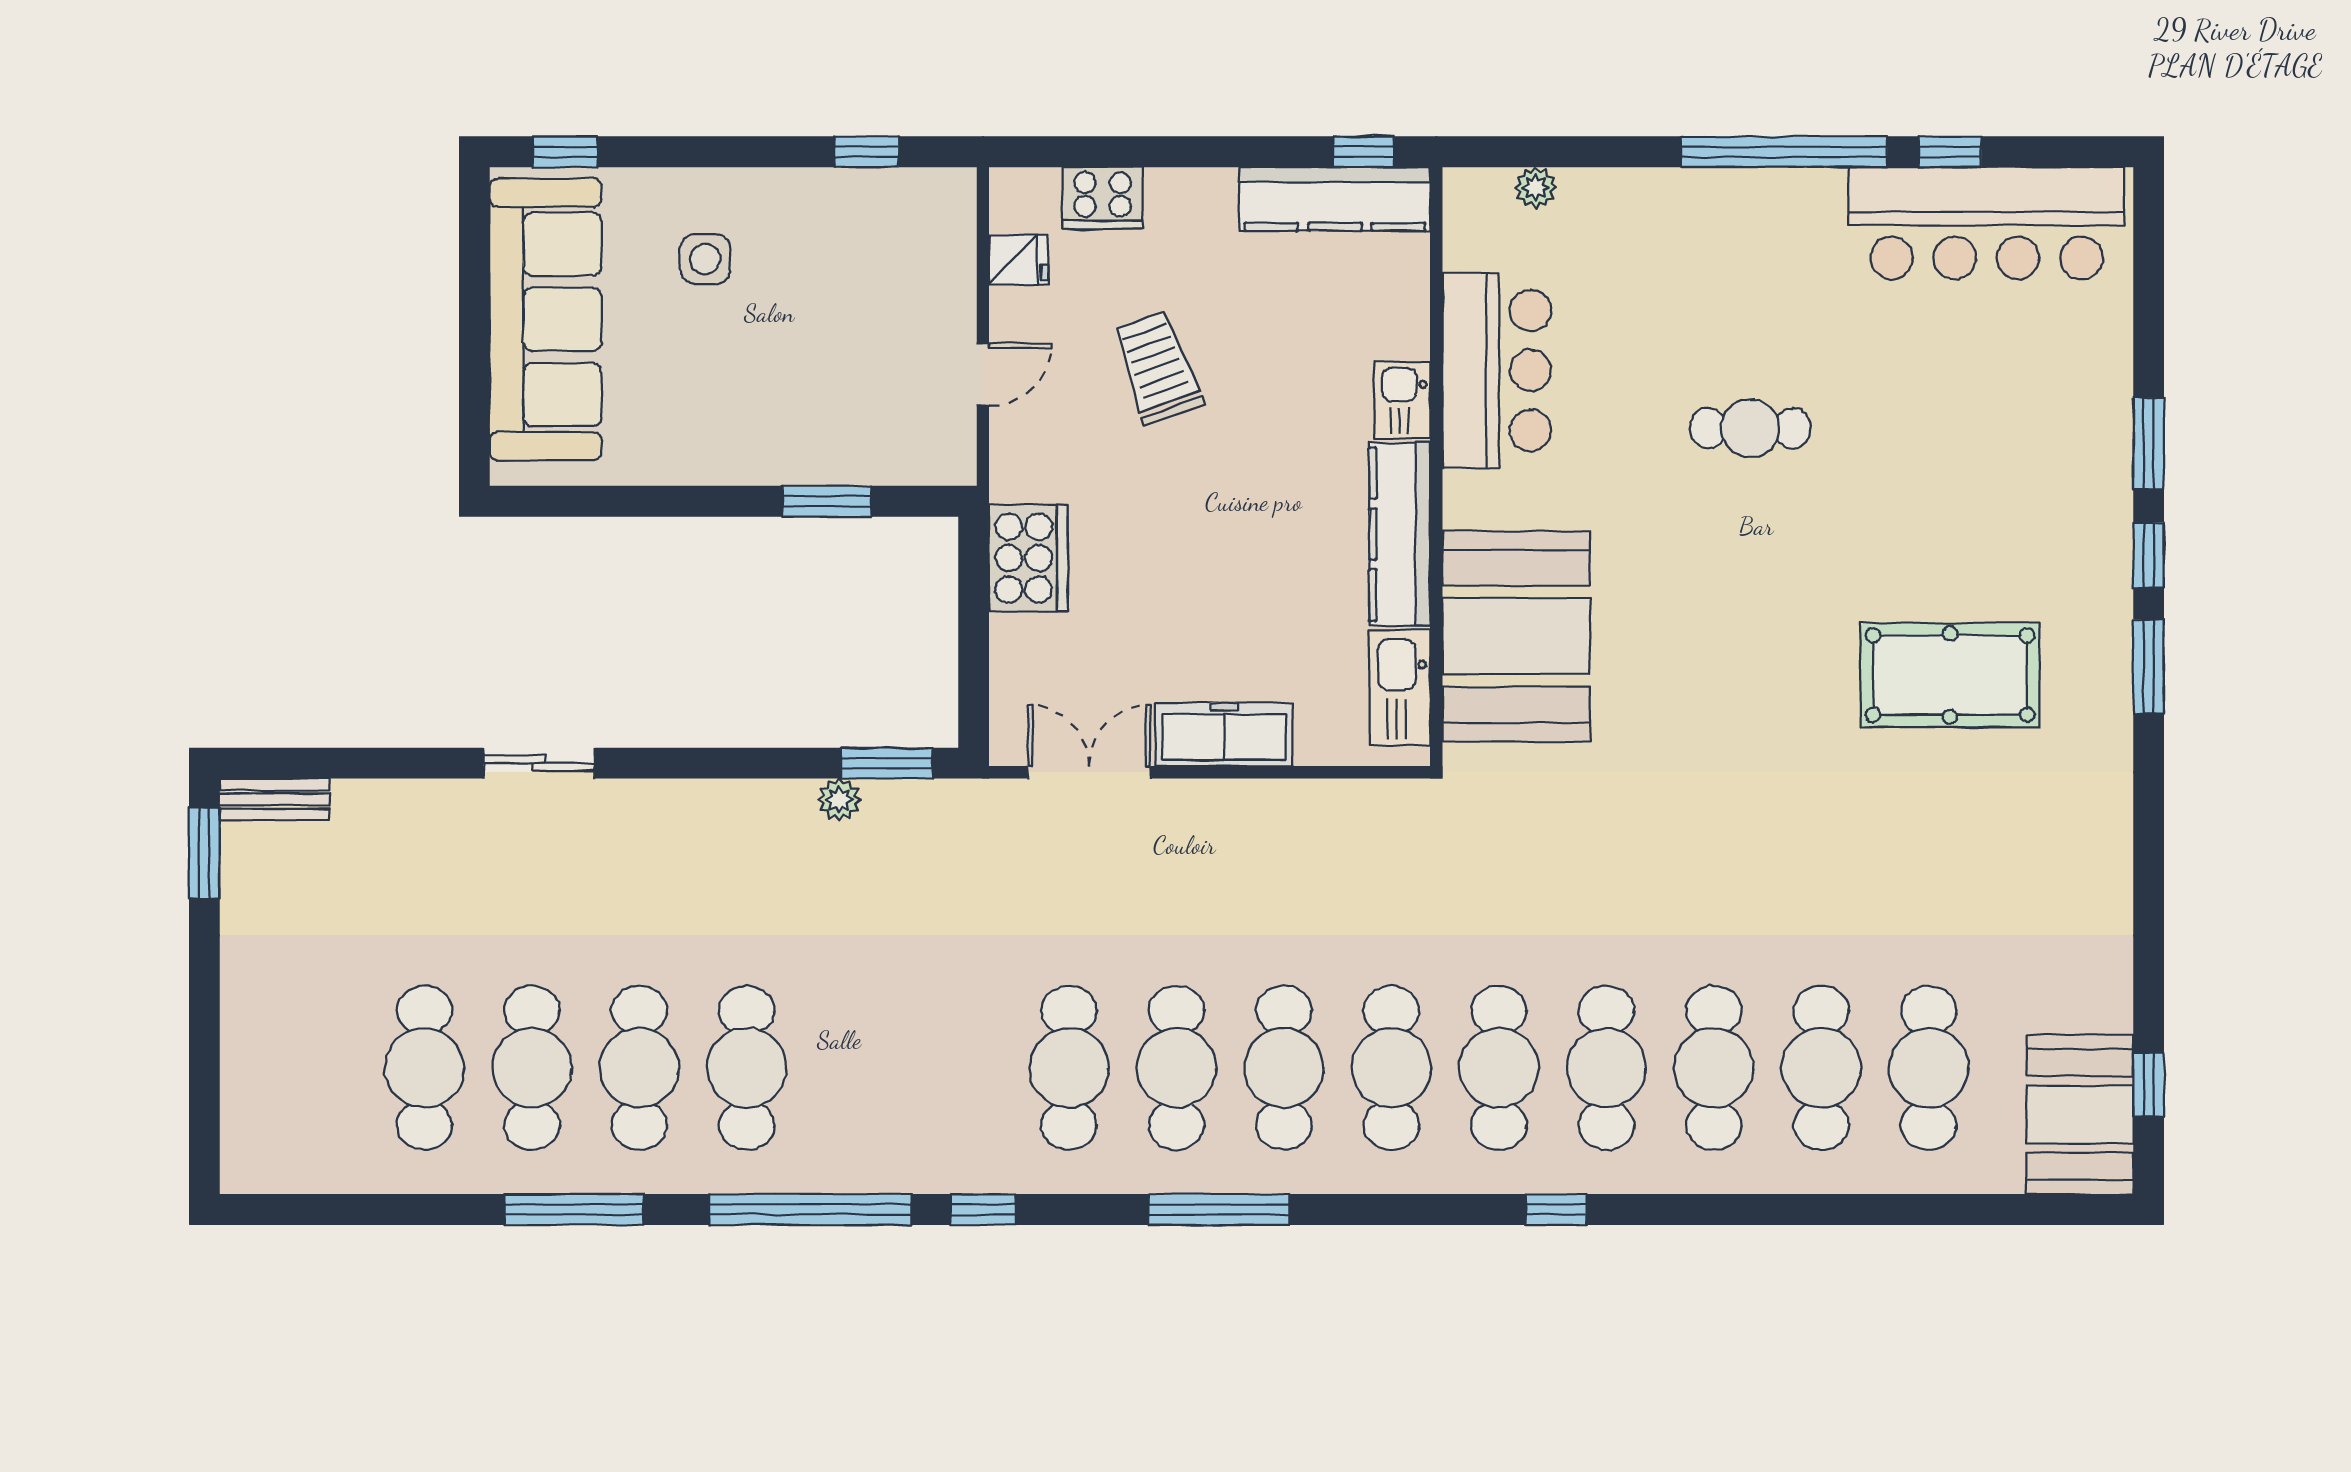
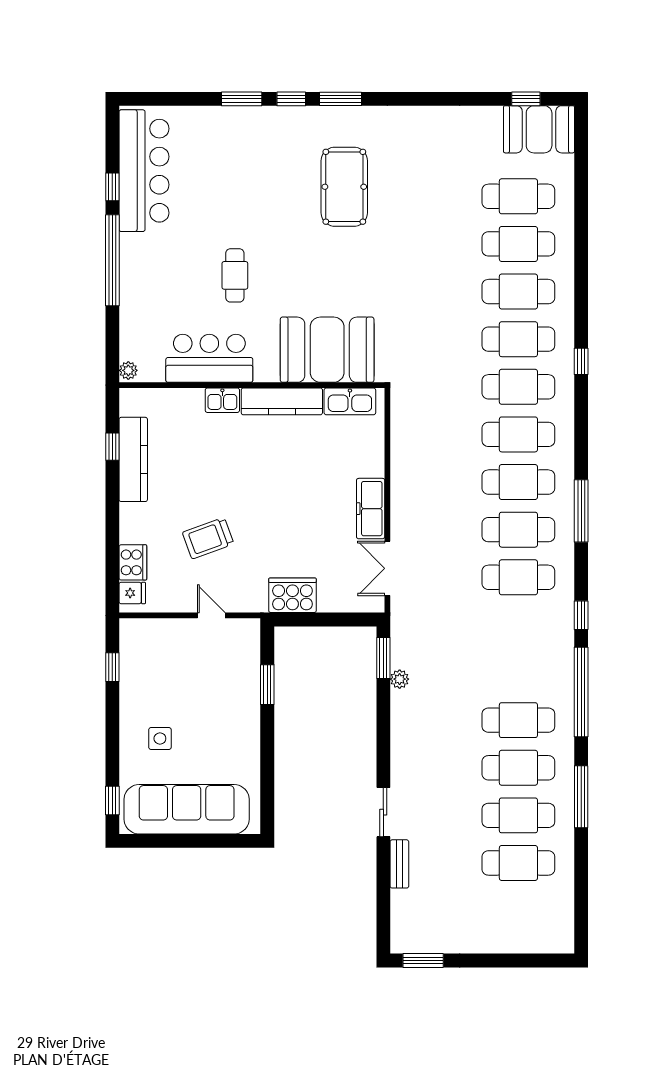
fridge: (1019, 260) -> (132, 593), moved, turned 90
bar counter: (1497, 371) -> (209, 358), moved
kitchen sink: (1402, 400) -> (222, 400), moved
wall: (1436, 467) -> (252, 385), moved
kitchen counter: (1400, 534) -> (282, 401), moved
booth: (1516, 636) -> (327, 350), moved
kitchen sink: (1400, 688) -> (350, 401), moved
bench: (274, 799) -> (399, 864), moved

